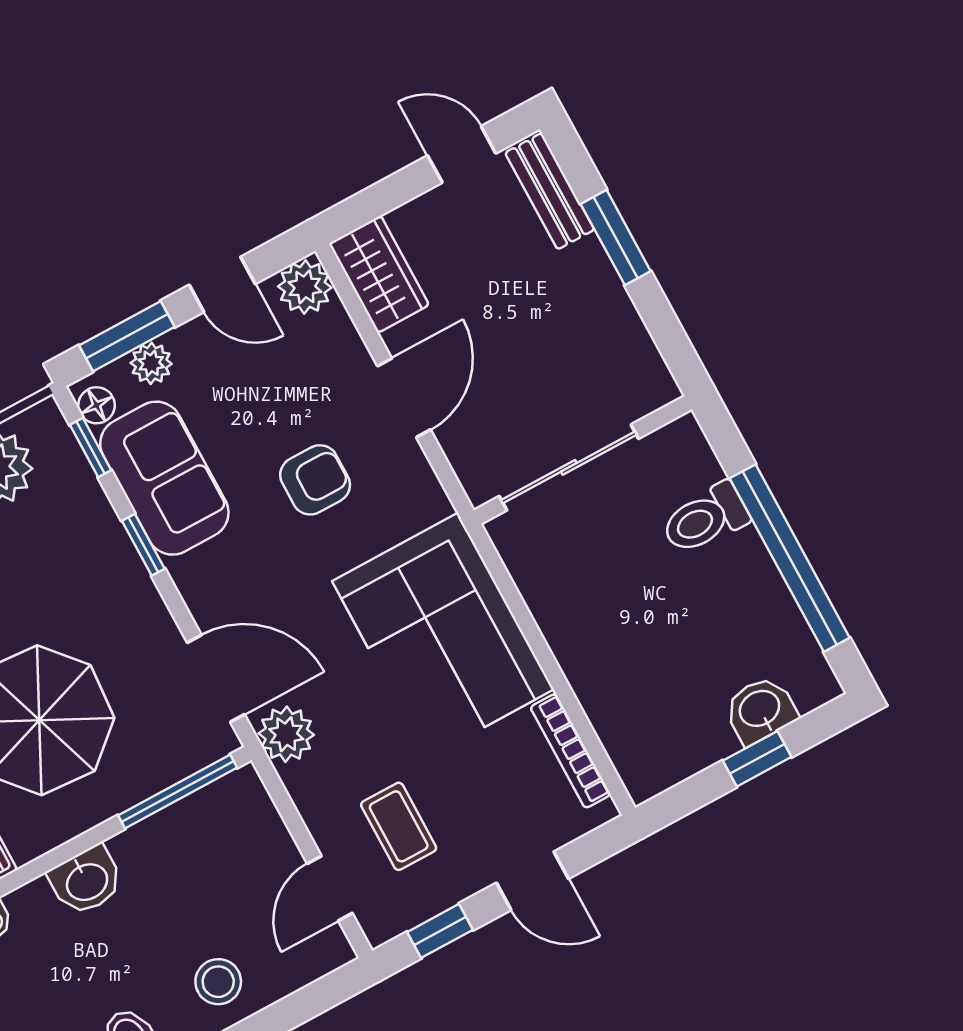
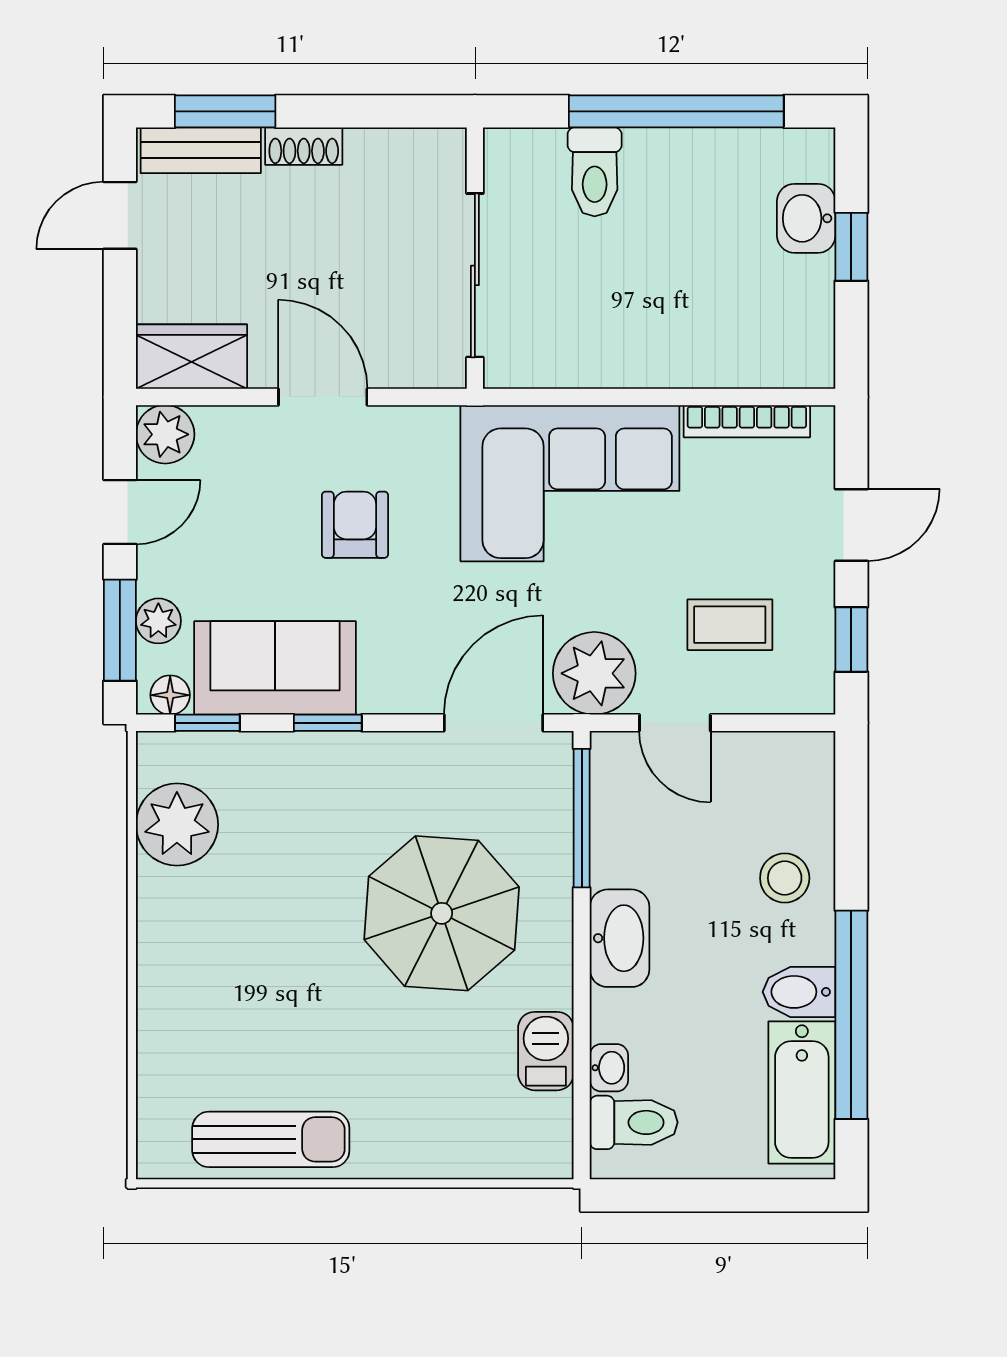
window: (616, 238) -> (225, 111), moved
shoe rack: (598, 273) -> (304, 146), added
plant: (286, 734) -> (594, 673), width x1.36, depth x1.36
washbasin: (86, 881) -> (620, 938), width x1.38
door: (330, 888) -> (675, 723), moved

